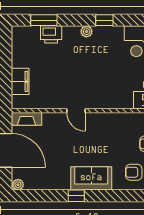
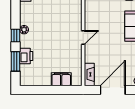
window: (104, 20) -> (16, 35), moved

